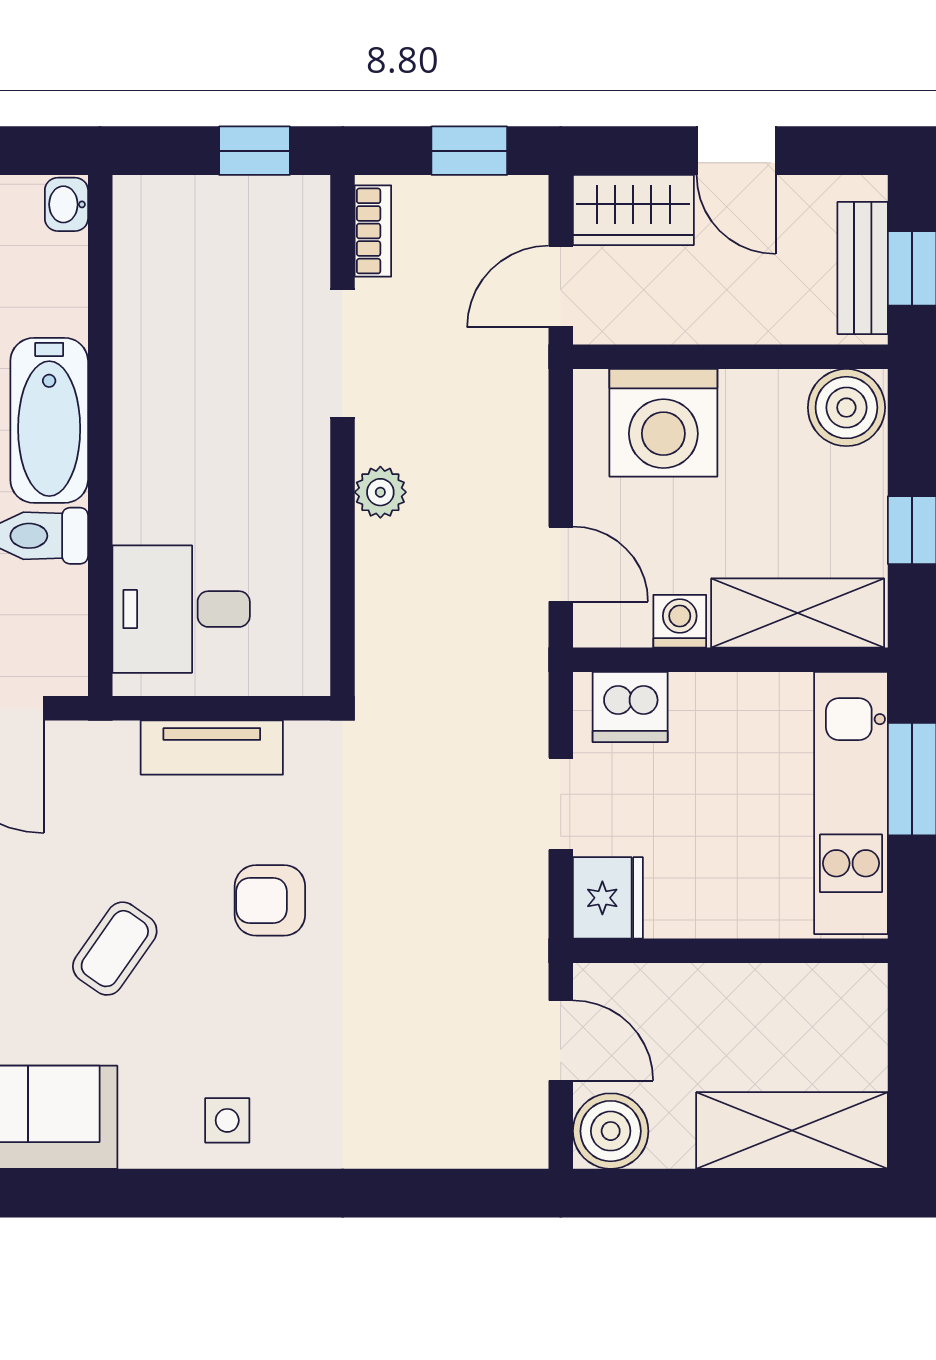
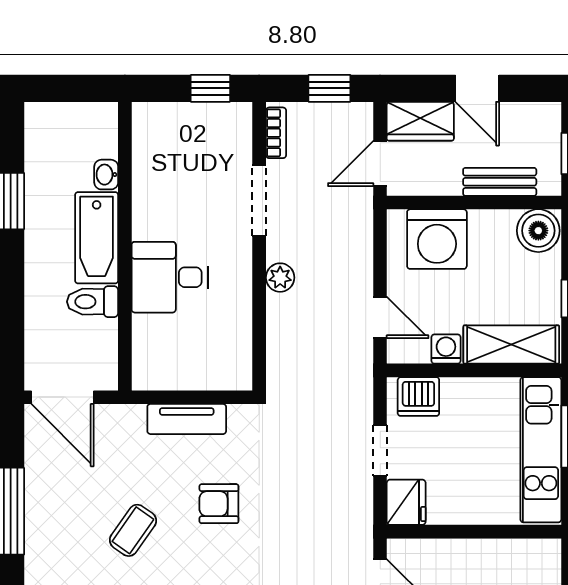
washbasin: (66, 204) -> (106, 175), moved
bench: (863, 268) -> (500, 182), moved, turned 90
desk: (181, 609) -> (170, 277), moved

